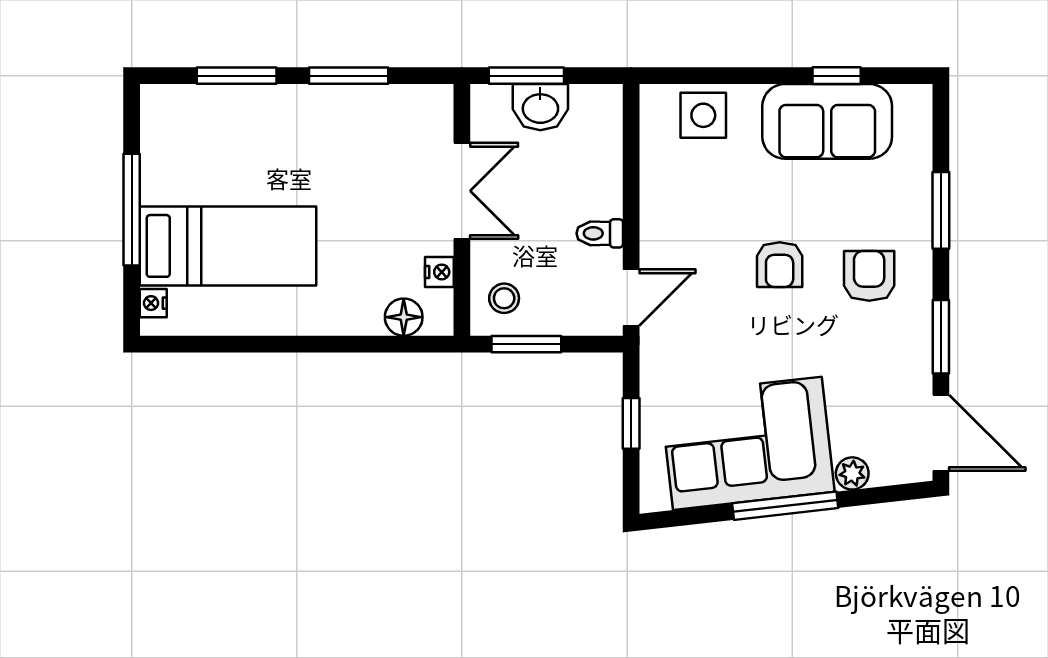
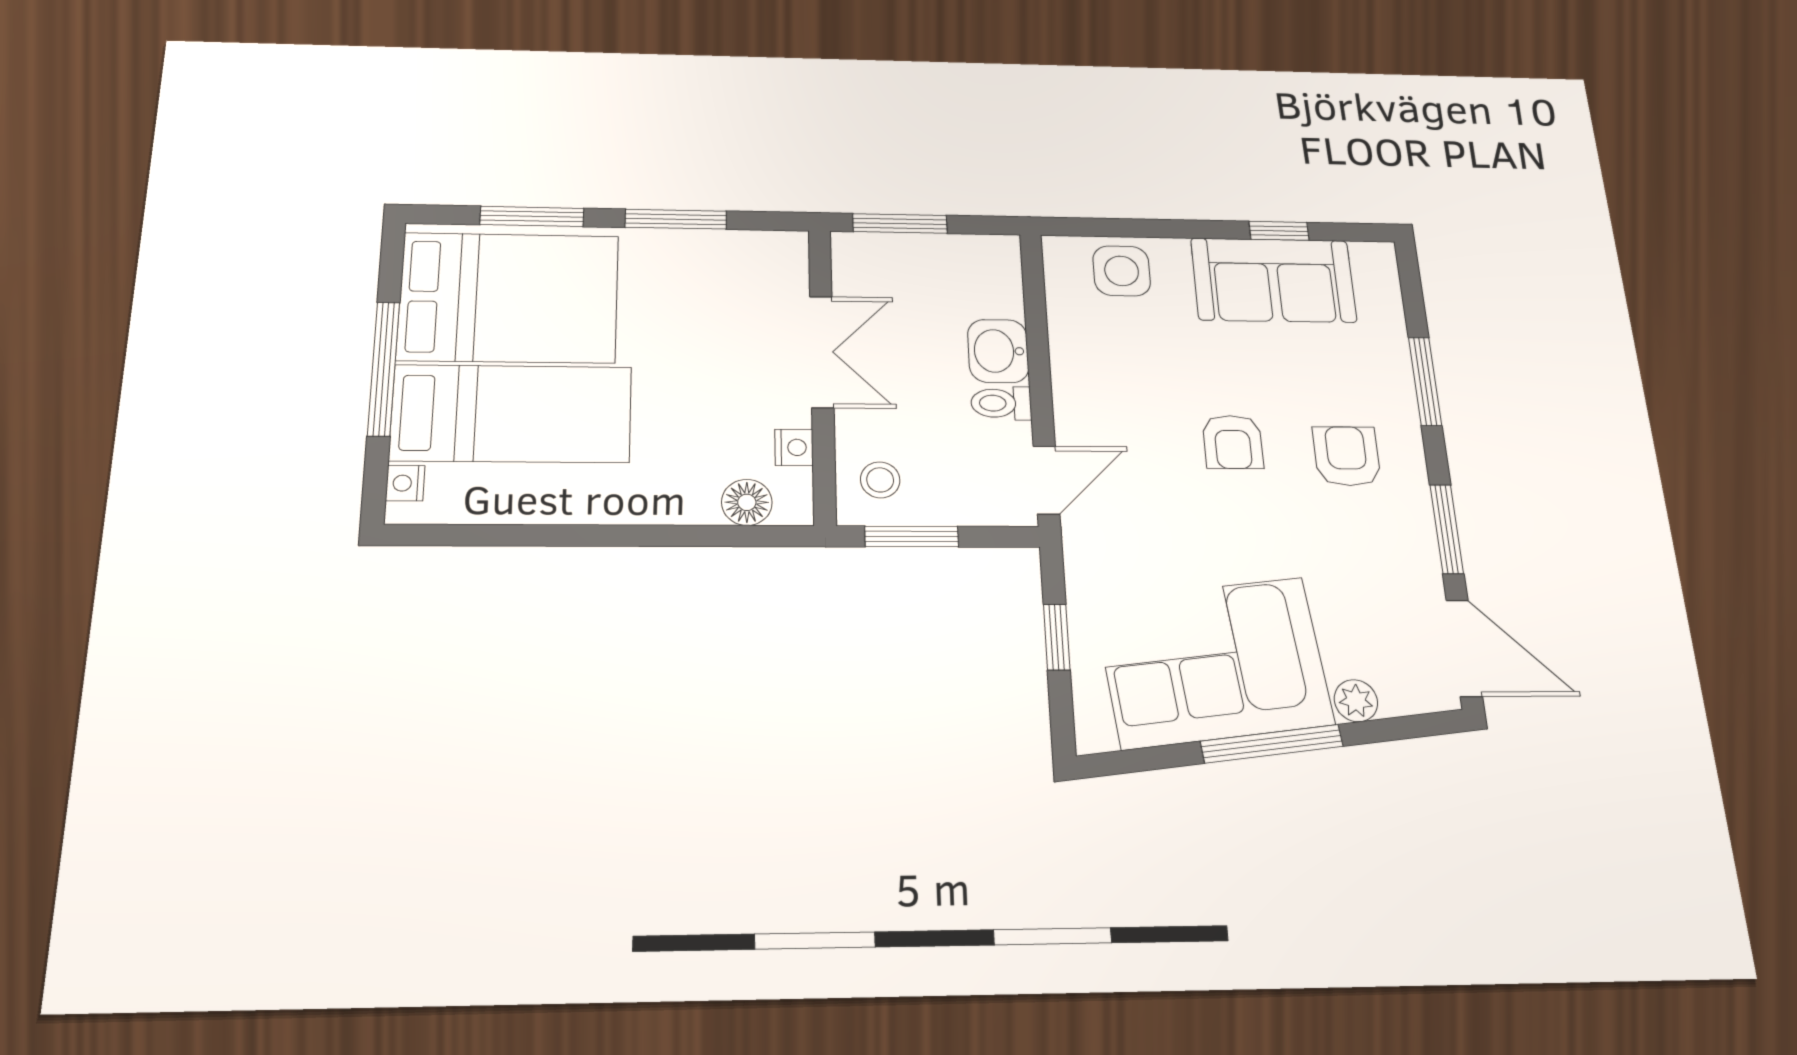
washbasin: (540, 107) -> (998, 351), moved, turned 90
bed: (222, 148) -> (509, 297), added

